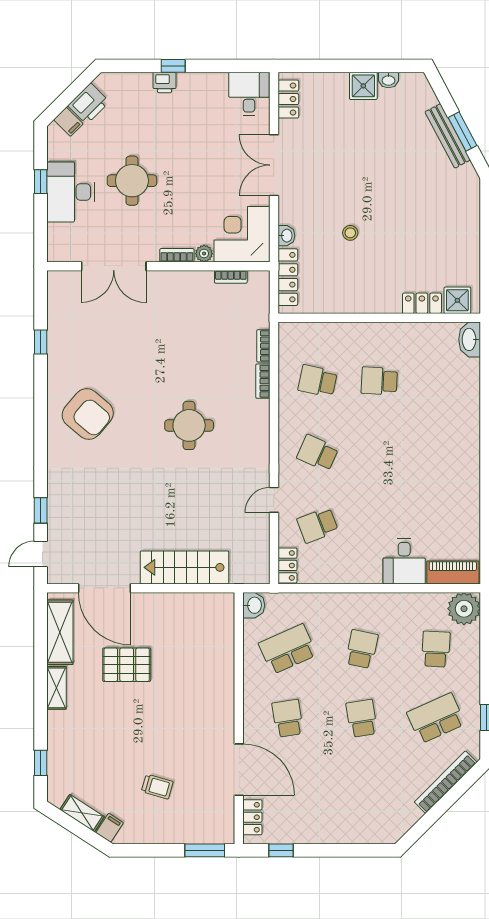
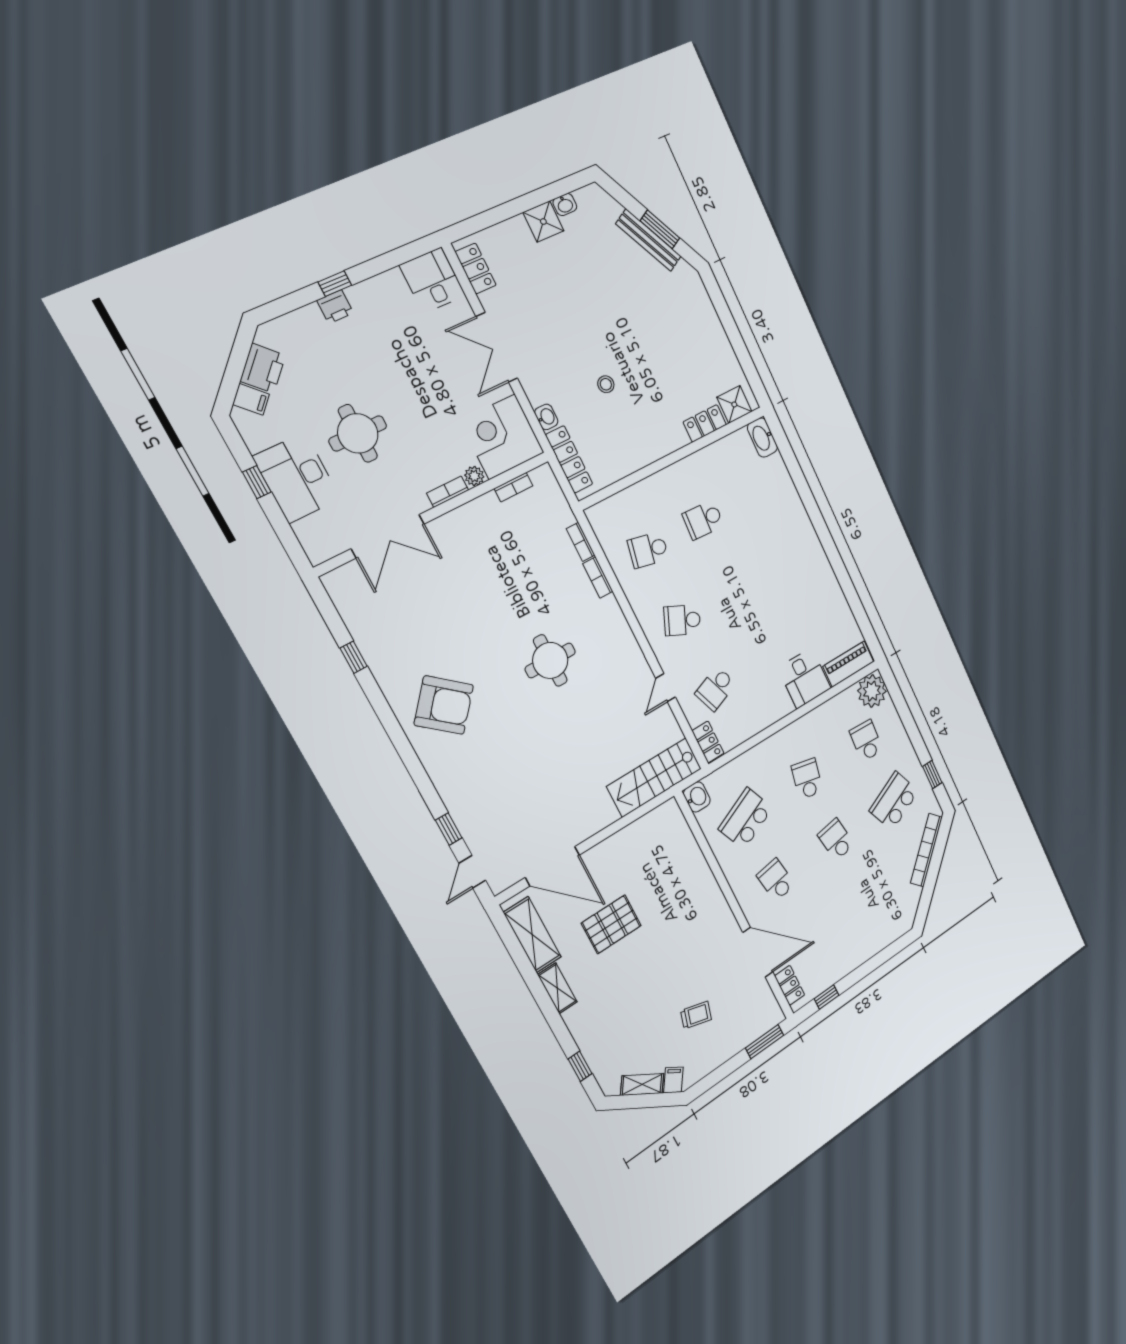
stairs: (185, 567) -> (654, 777), moved

